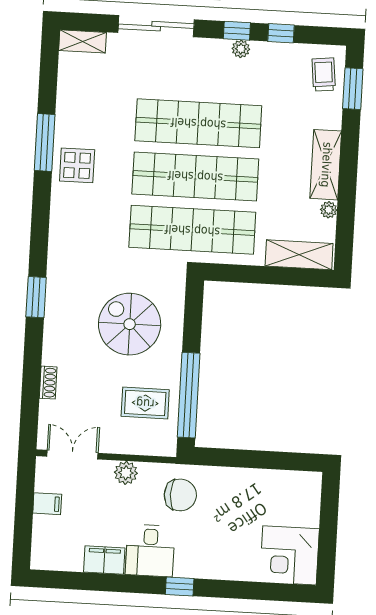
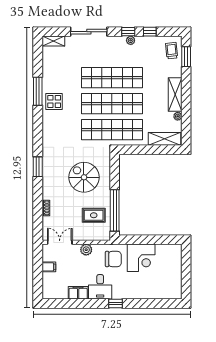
corner desk: (289, 555) -> (141, 258), moved, turned -90

